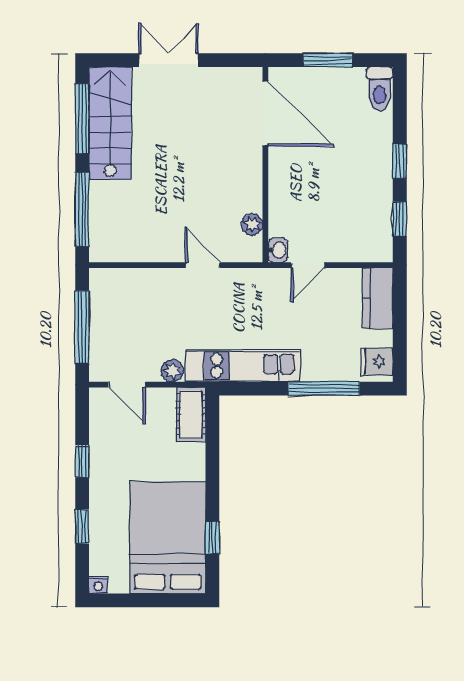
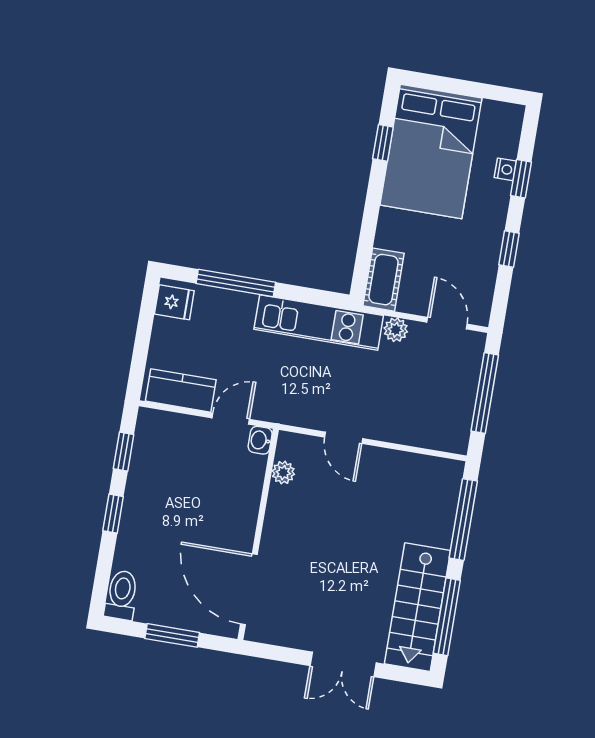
kitchen counter: (378, 298) -> (181, 390), moved, turned -90
nightstand: (98, 585) -> (505, 169), moved, turned 90

